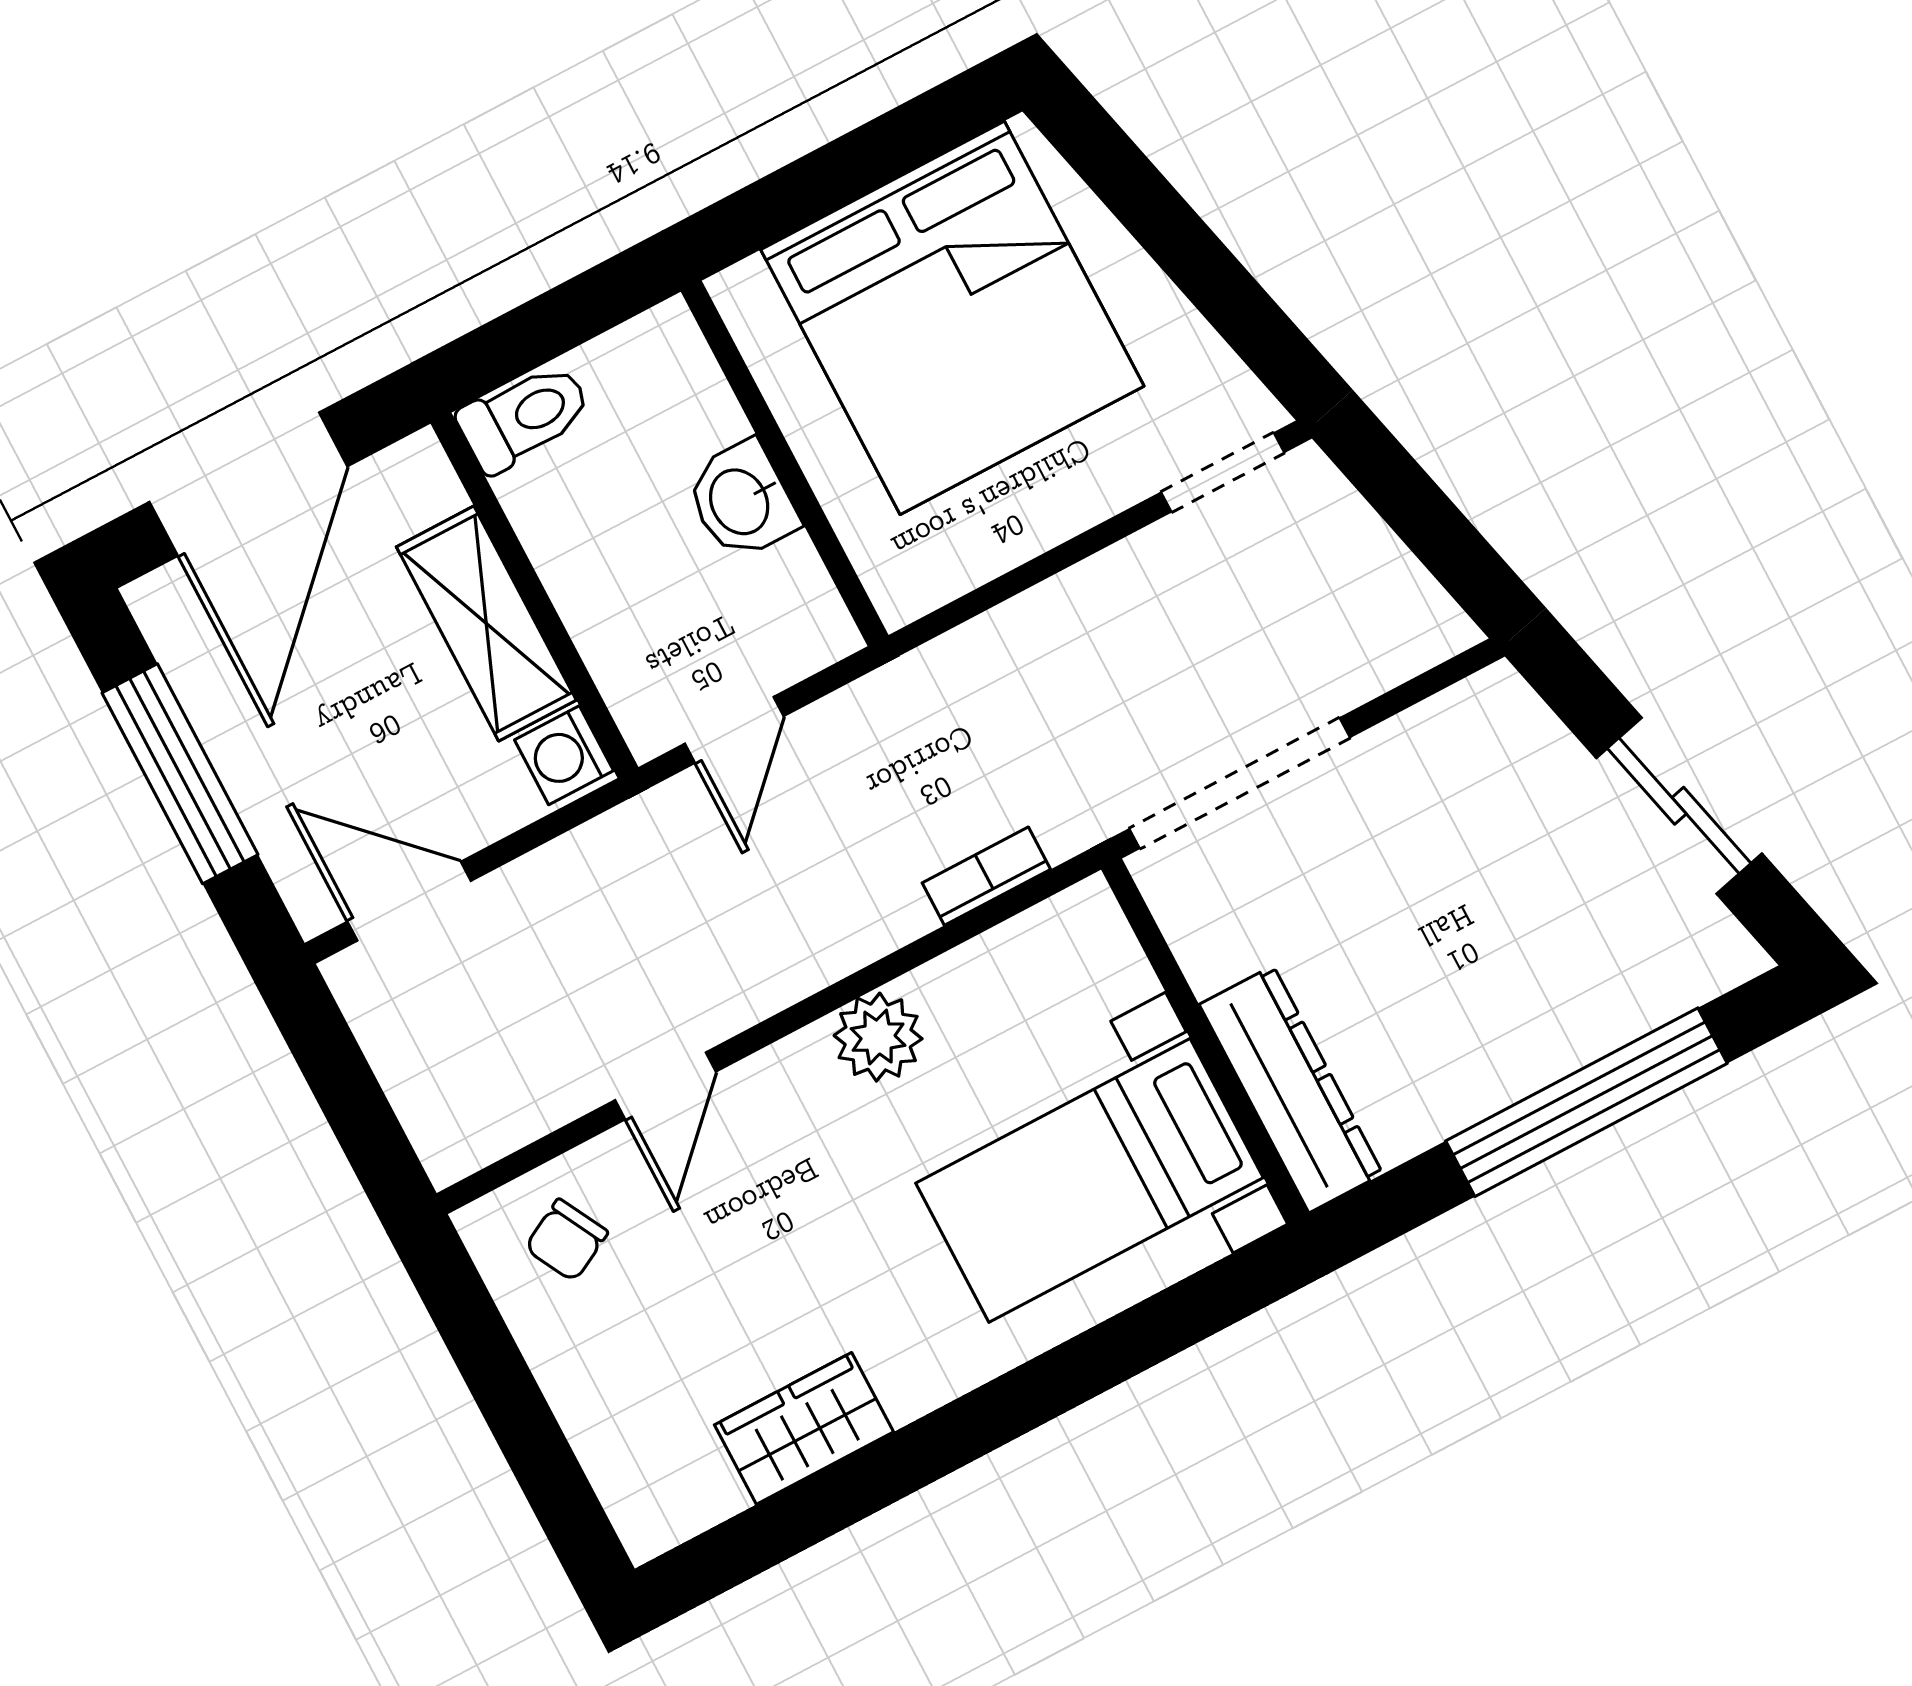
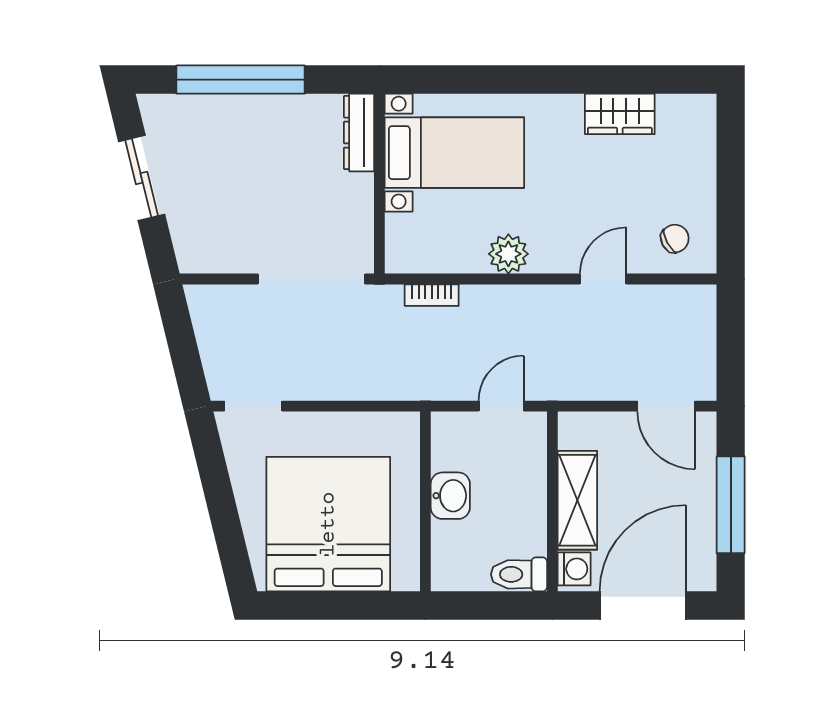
washing machine: (564, 755) -> (574, 569), moved
dresser: (1291, 1089) -> (359, 133), width x0.73, depth x0.80

